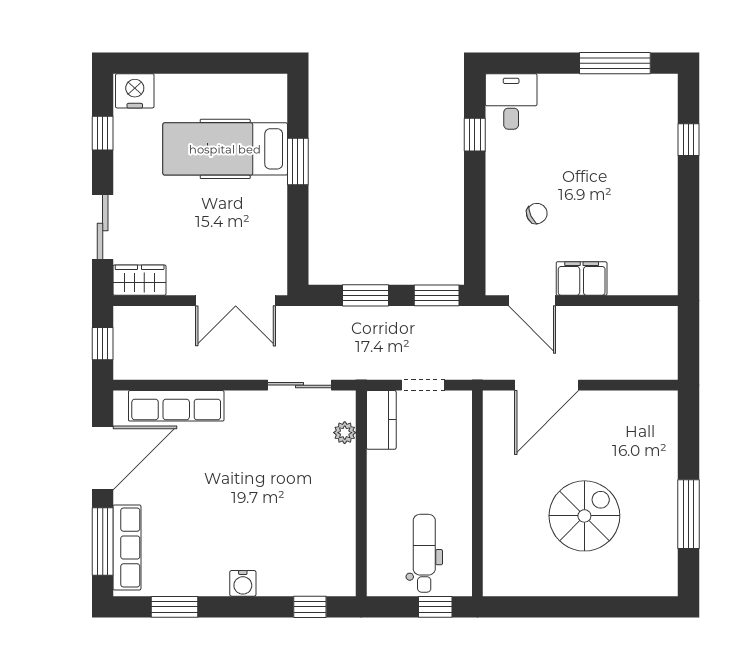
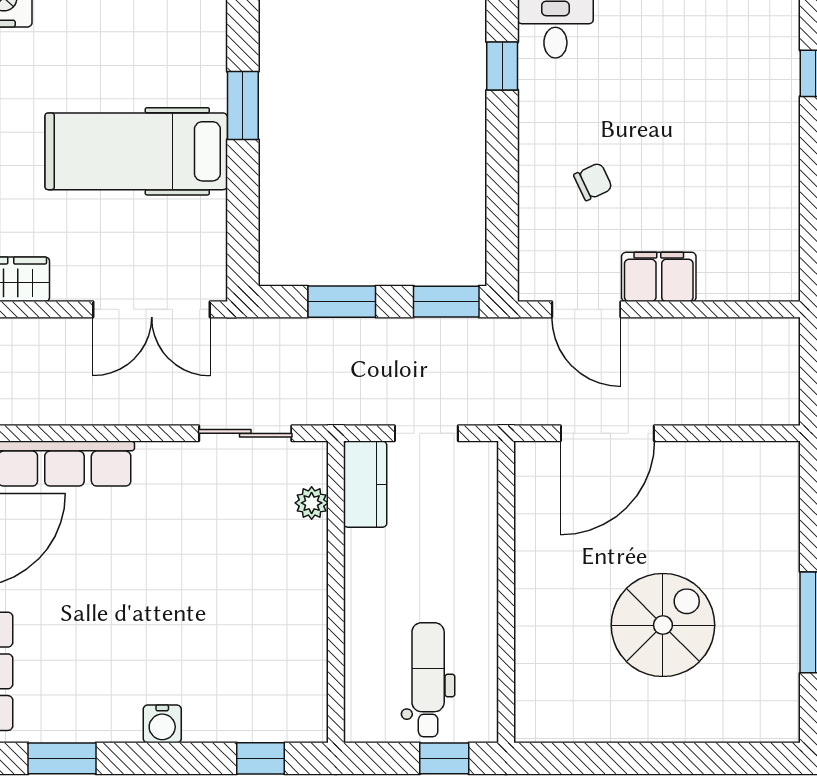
hospital bed: (225, 149) -> (136, 151), moved

